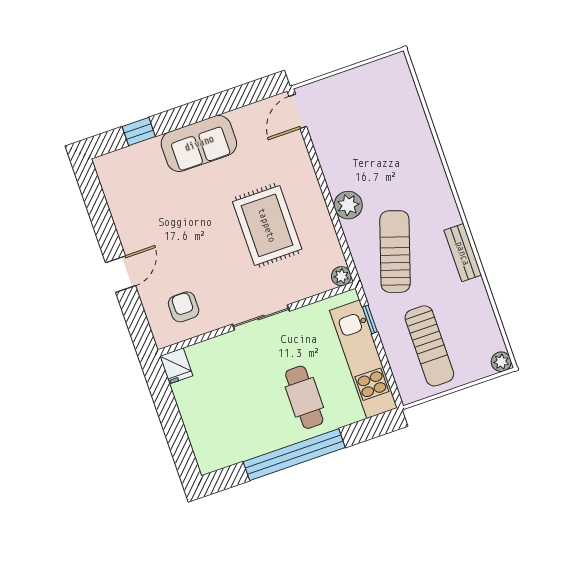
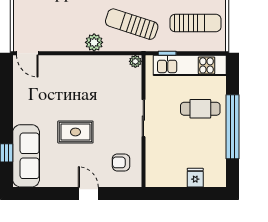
sofa: (199, 143) -> (26, 156), moved, width x1.36
rug: (267, 225) -> (75, 132), moved, width x0.73, depth x0.70
fridge: (176, 366) -> (195, 178), moved, turned -90

